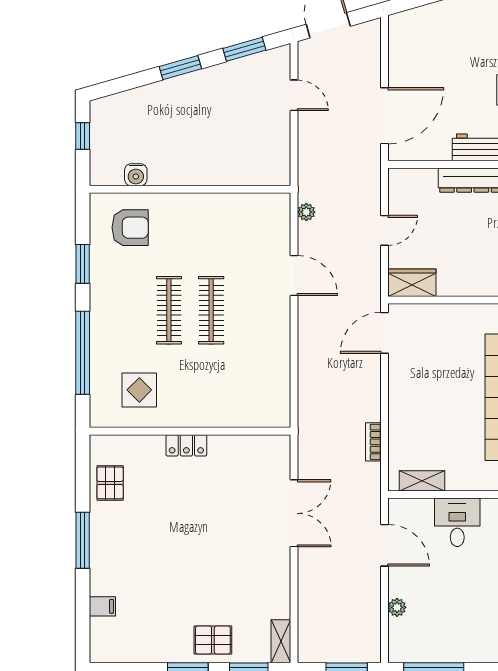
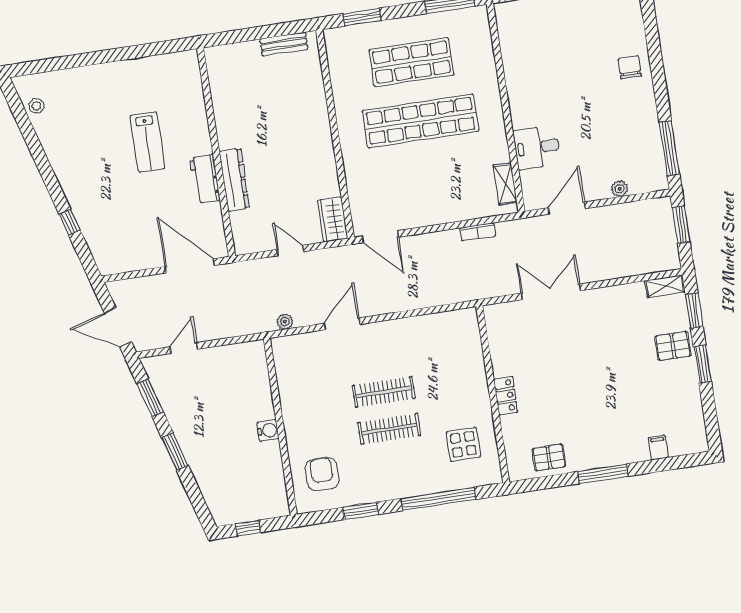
water cooler: (136, 175) -> (268, 430), moved
pallet: (213, 640) -> (673, 346), turned 90

